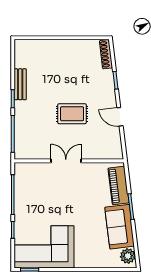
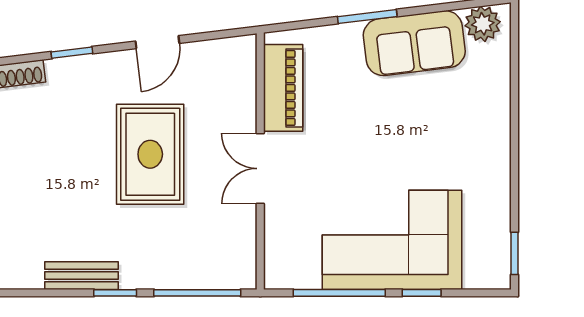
rug: (72, 114) -> (150, 154), width x1.36, depth x1.43
piano: (119, 186) -> (283, 88), moved, turned -83
corner sofa: (44, 247) -> (392, 240), moved, turned 90

